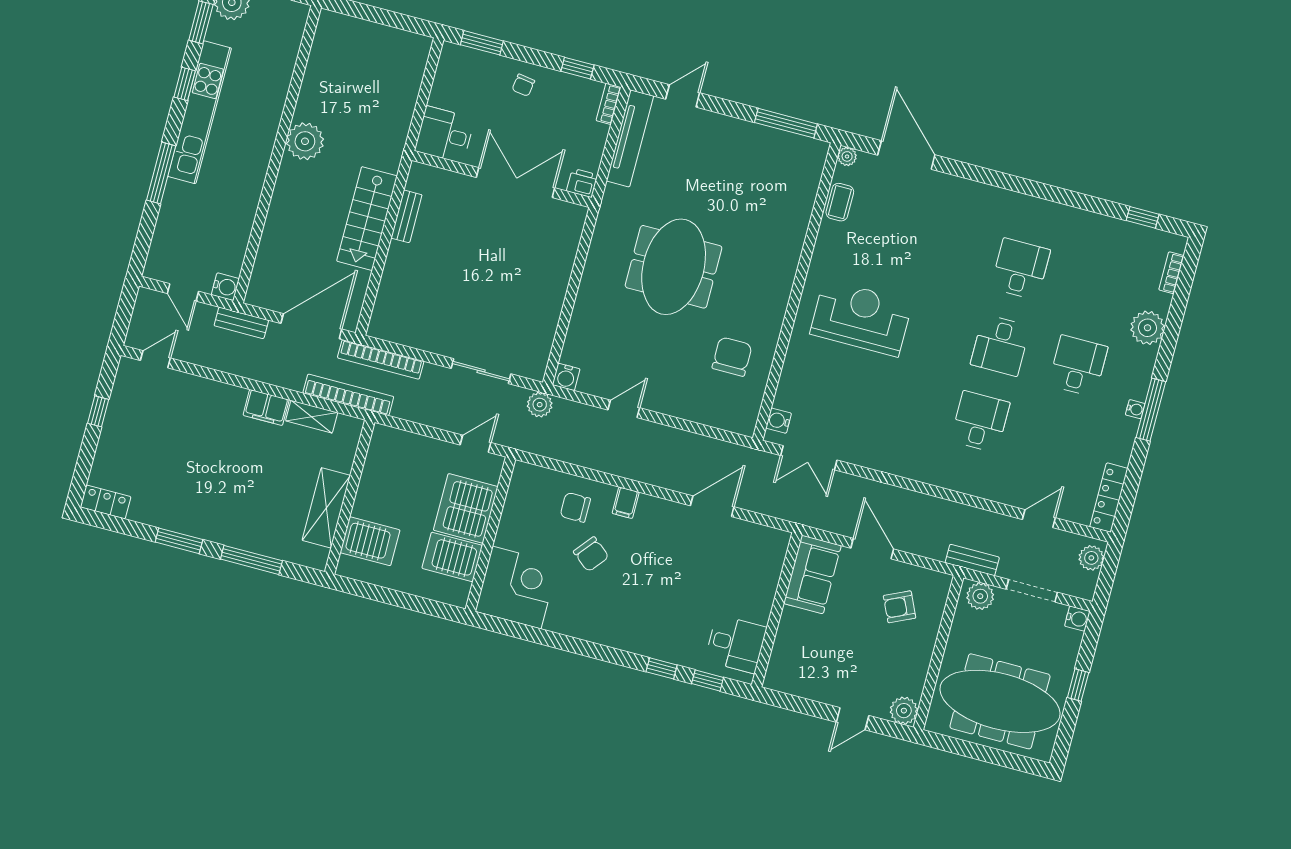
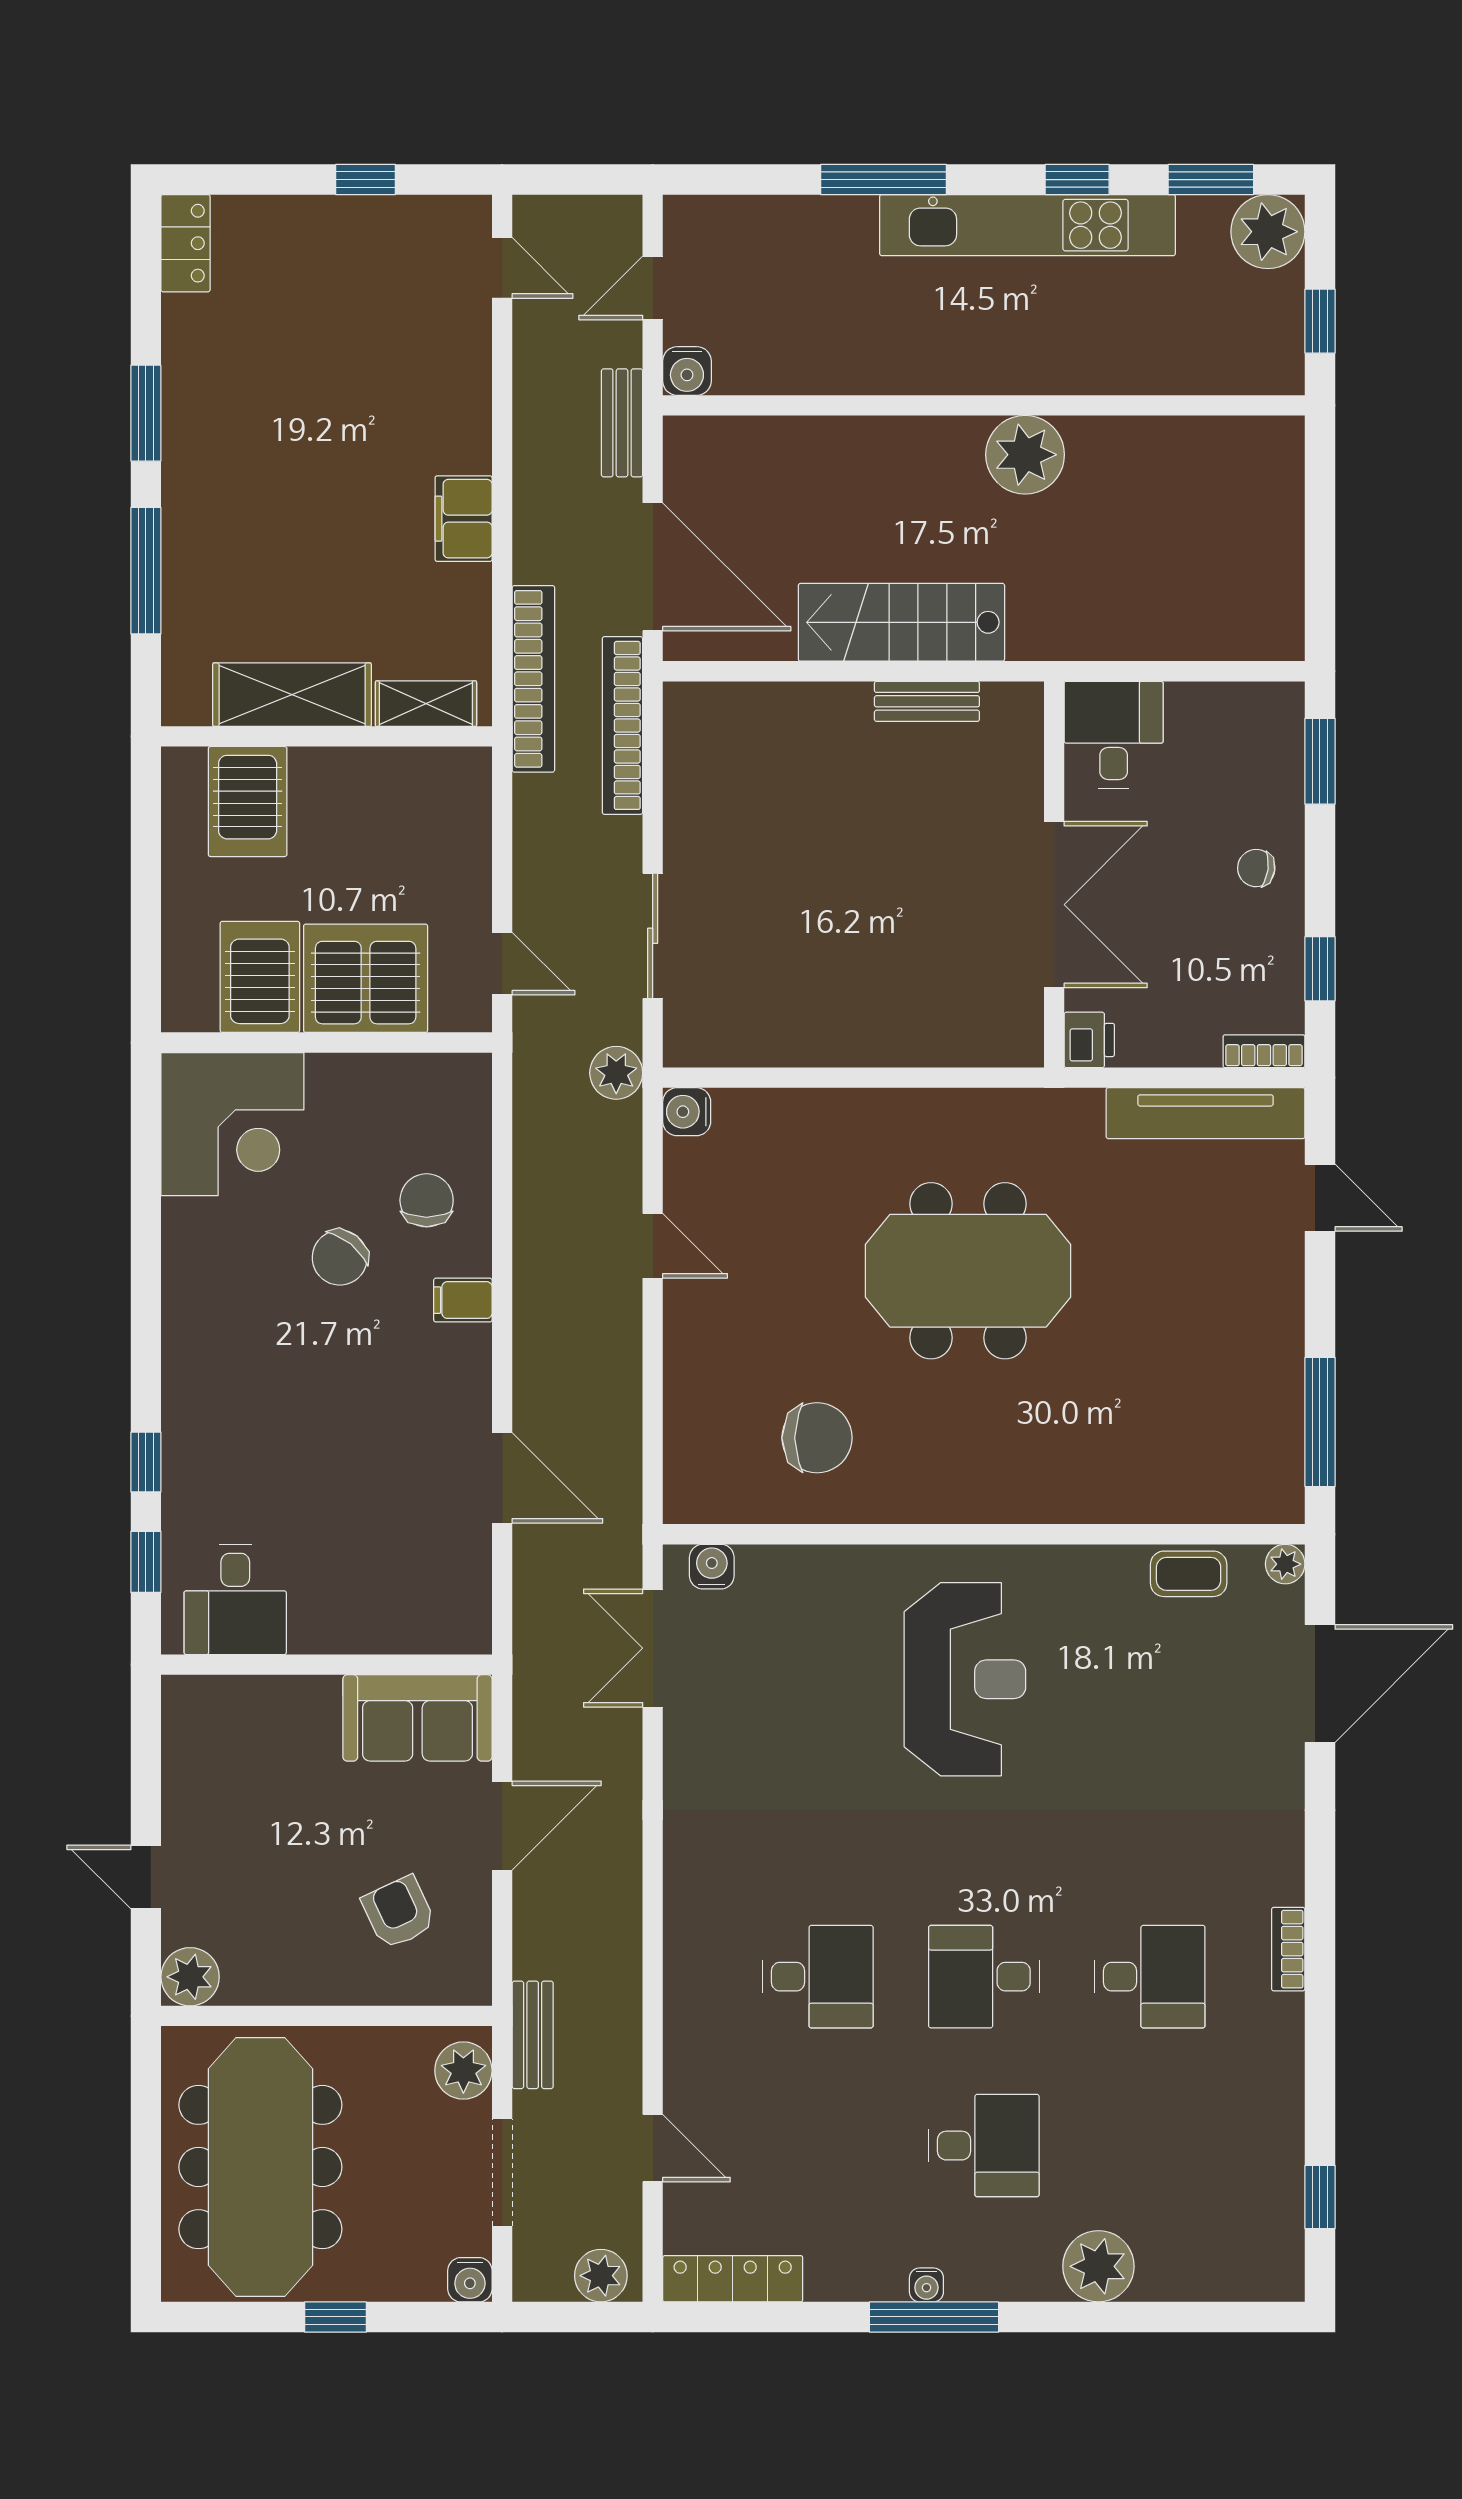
bookcase: (1171, 273) -> (1288, 1949), moved, turned -90
shelving: (312, 417) -> (426, 704), moved, turned 90

